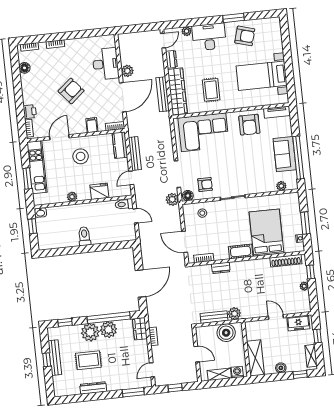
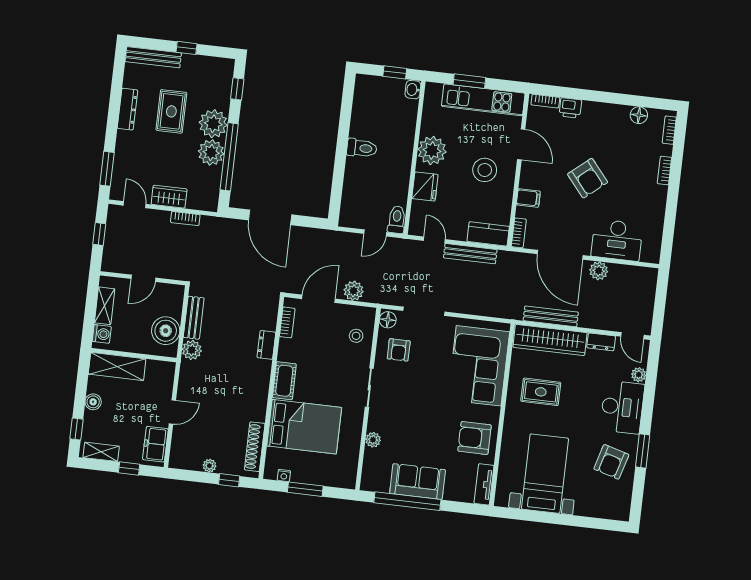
plant: (281, 186) -> (373, 440), moved
plant: (72, 197) -> (432, 150), width x1.87, depth x1.87
plant: (172, 199) -> (354, 291), moved
wardrobe: (140, 329) -> (169, 197), moved
bench: (55, 358) -> (153, 57), moved

